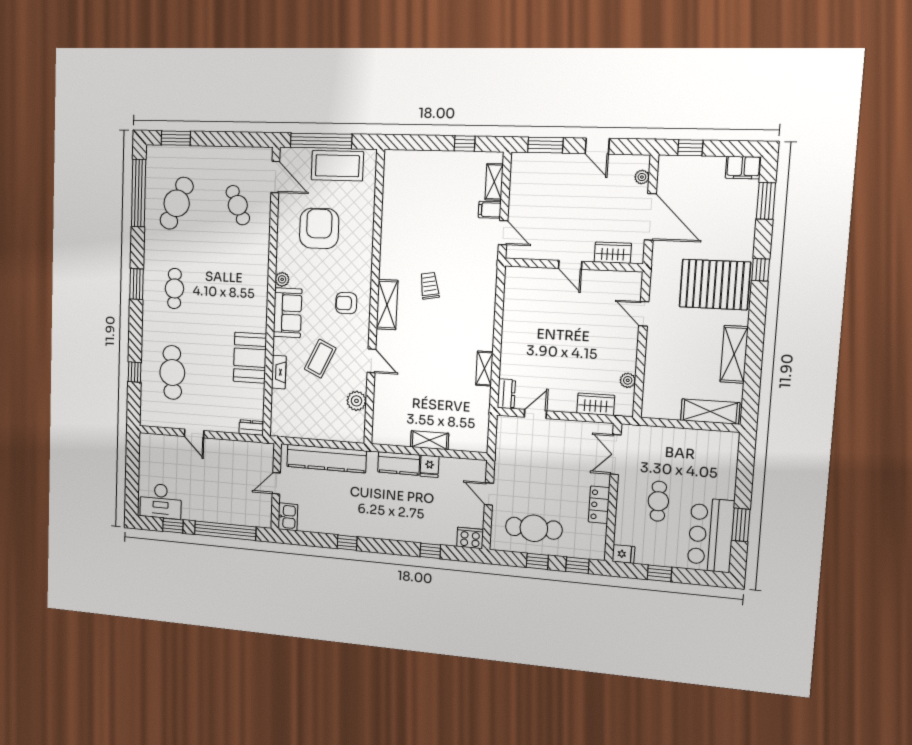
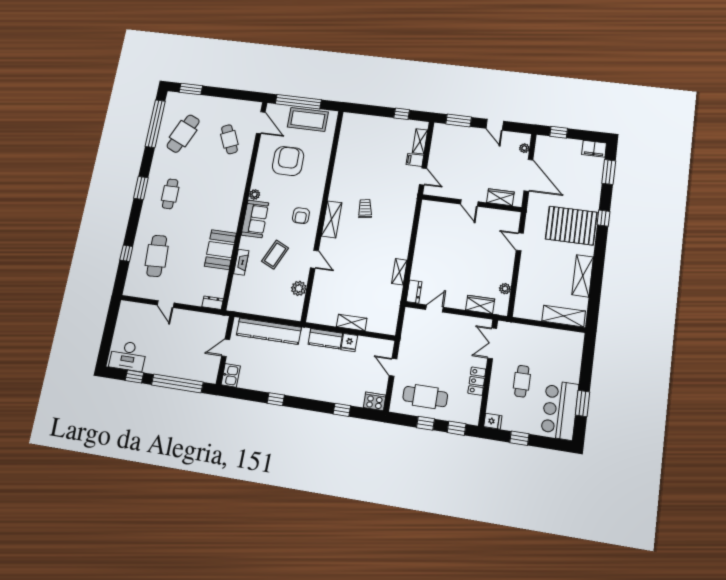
armchair: (346, 303) -> (301, 216), turned -90

